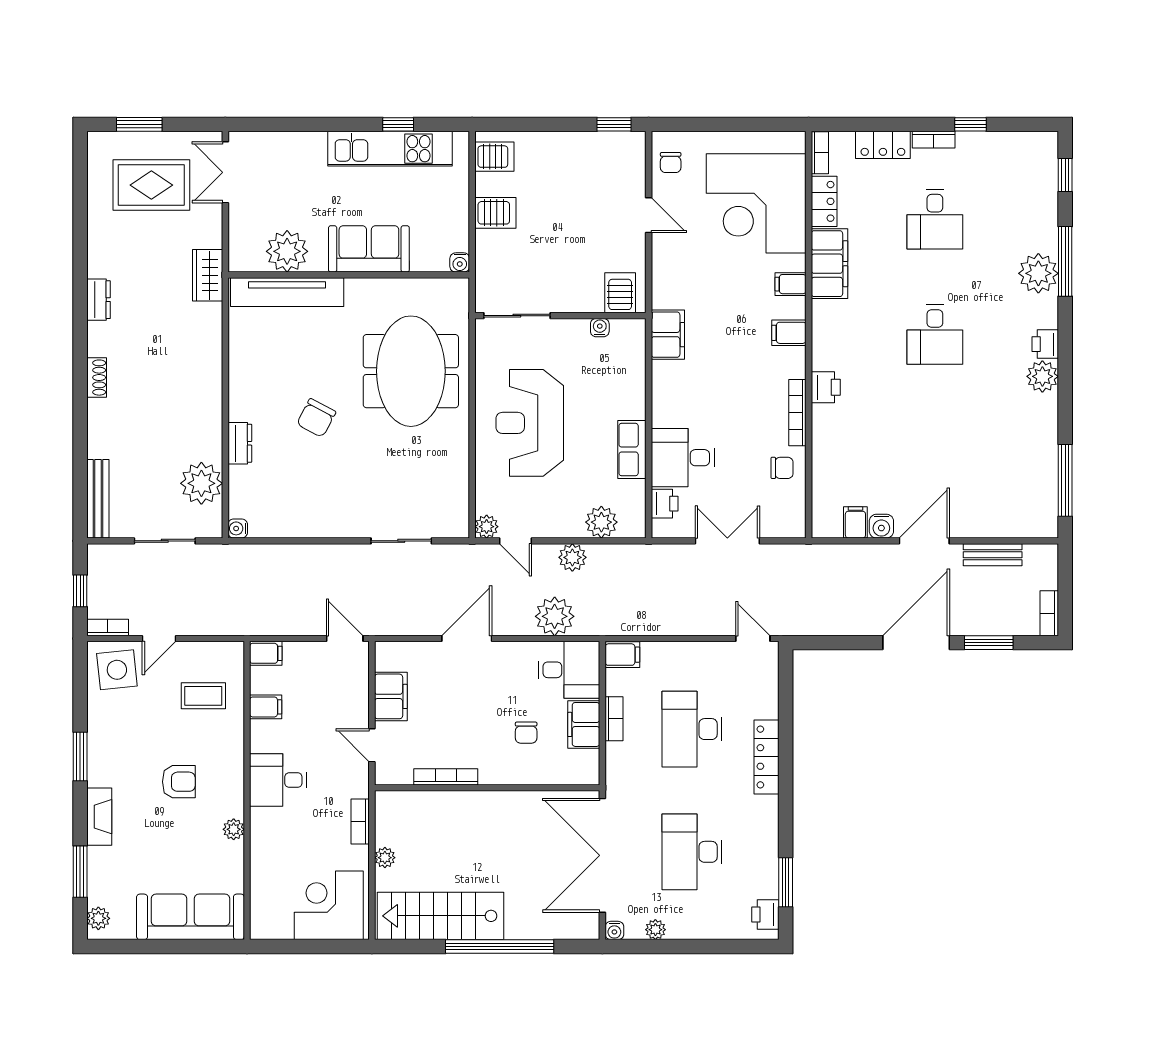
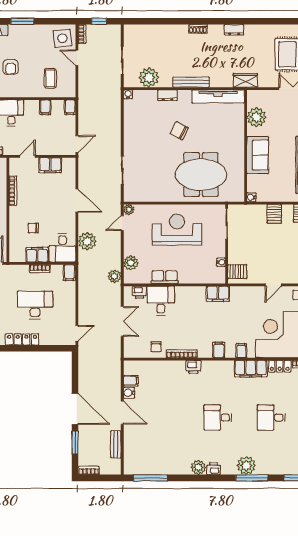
tv unit: (287, 292) -> (218, 96), moved, turned -90
bench: (98, 499) -> (191, 82), moved
plant: (572, 557) -> (115, 276), moved

